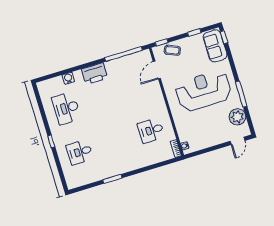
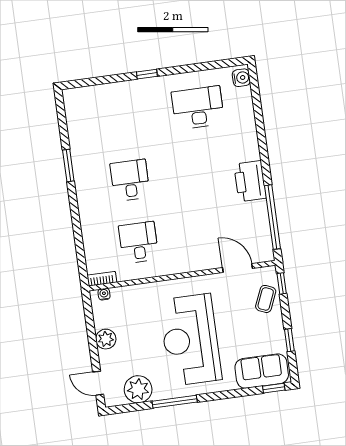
printer: (95, 74) -> (250, 181), moved
water cooler: (68, 78) -> (241, 78), moved
reception desk: (203, 91) -> (190, 340), turned 180
plant: (211, 141) -> (106, 339), added
desk: (80, 152) -> (130, 180), moved

